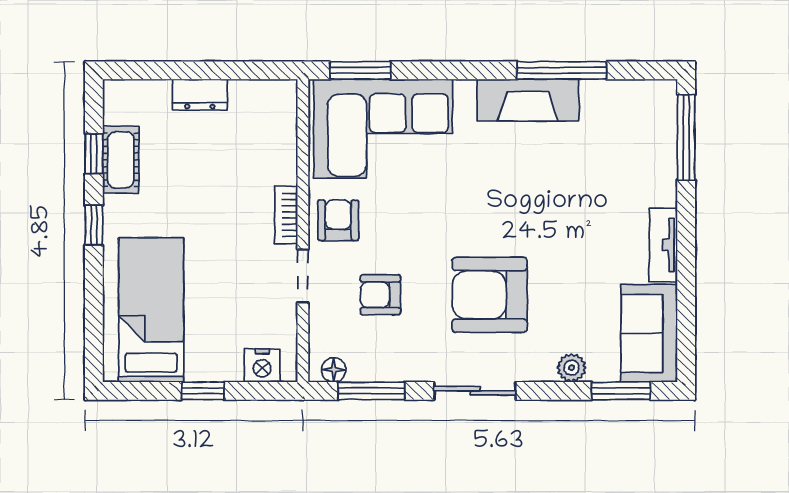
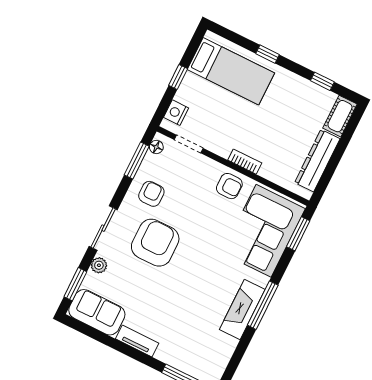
window: (562, 70) -> (263, 305), moved
dresser: (200, 94) -> (317, 161), width x1.96, depth x1.24
cot: (121, 160) -> (340, 116), moved, turned 90
window: (94, 225) -> (268, 54), moved
doorway: (303, 276) -> (189, 144), moved
armchair: (380, 295) -> (151, 194), moved
sliding door: (475, 391) -> (103, 228), moved

